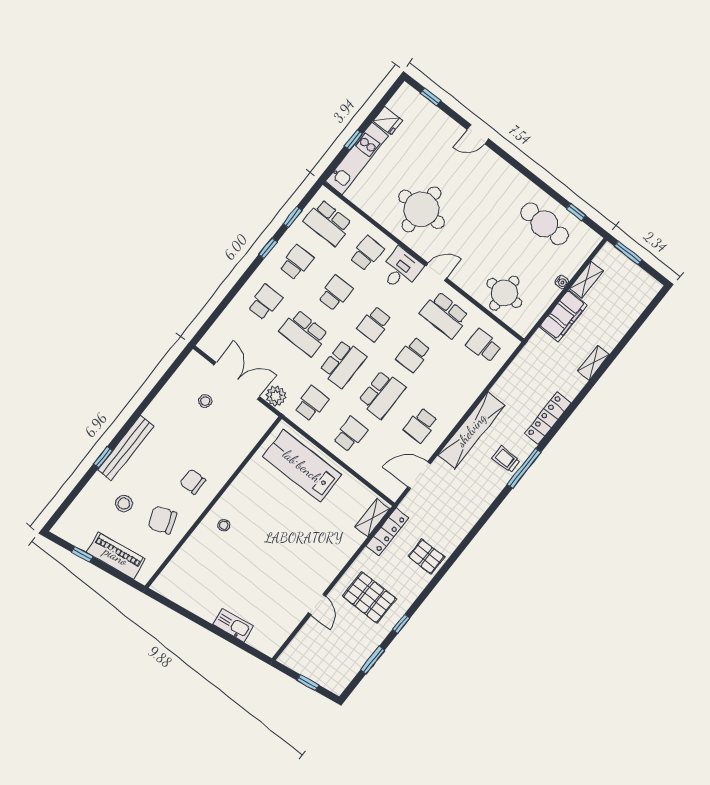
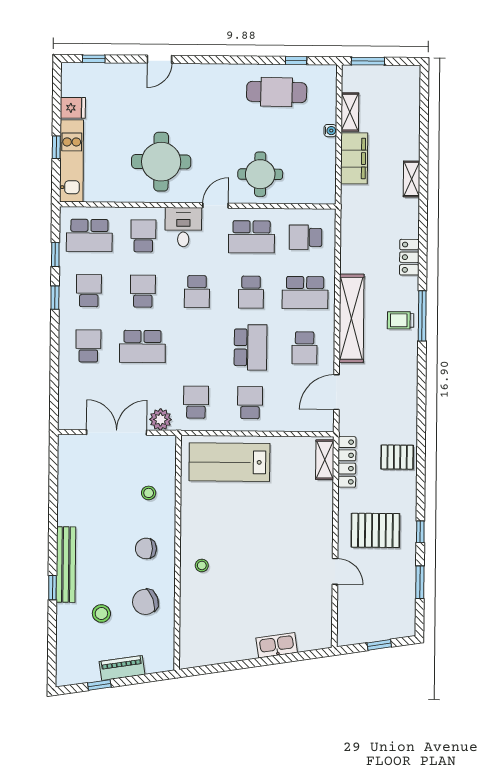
round table: (504, 293) -> (260, 174), moved
school desk: (343, 364) -> (305, 293), moved, turned 90
stool: (205, 401) -> (149, 493), moved
locker: (548, 418) -> (409, 257), width x0.66
piano: (116, 556) -> (122, 668), width x0.73, depth x0.75

